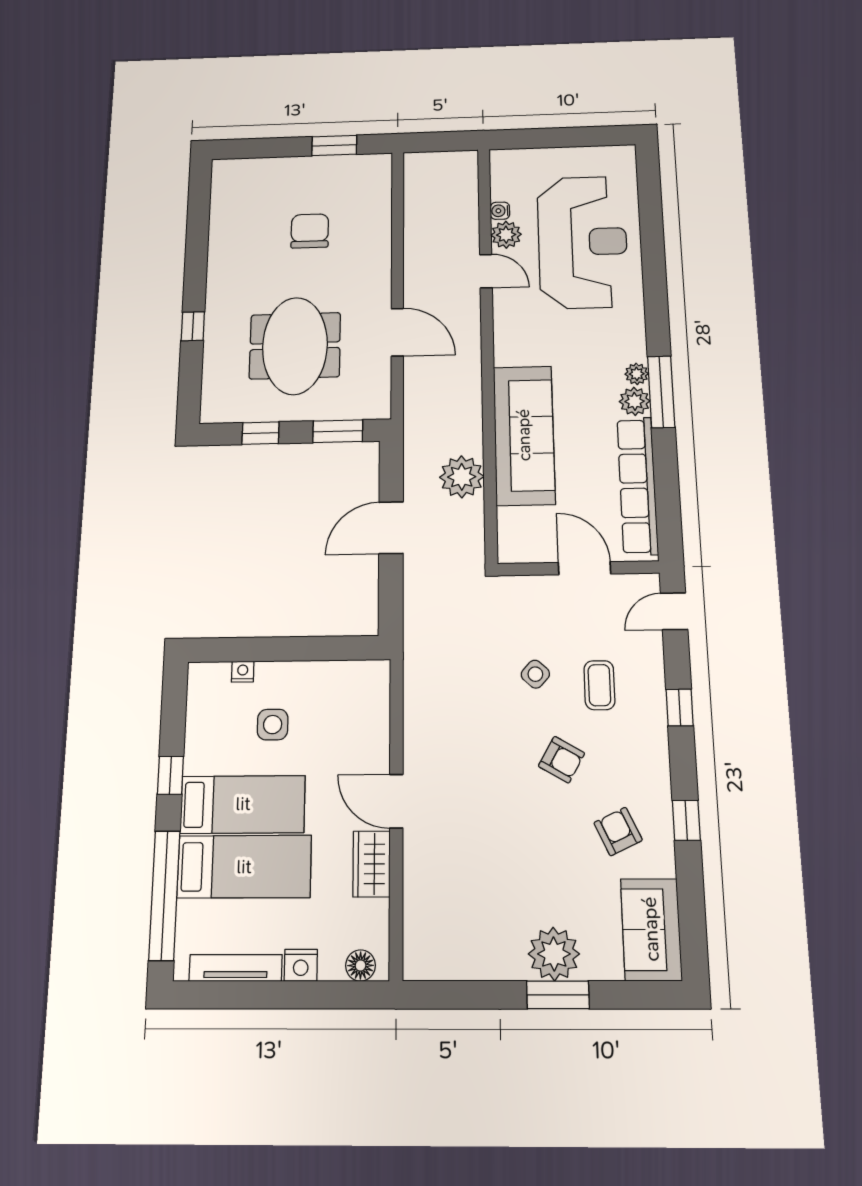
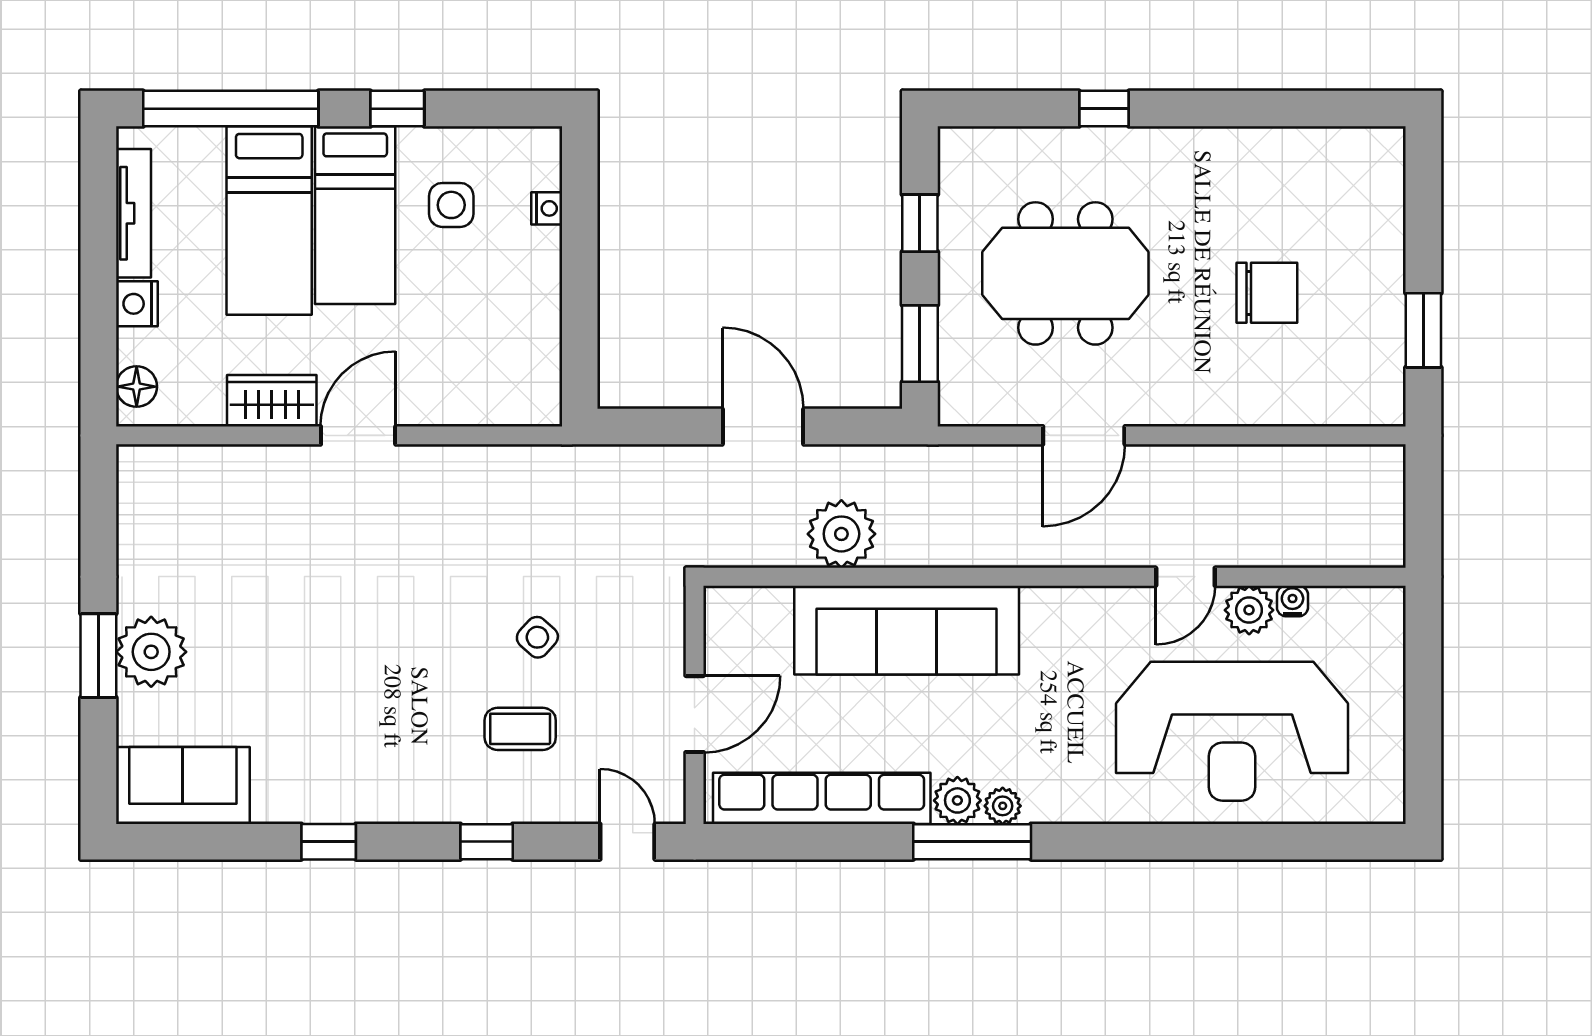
side table: (273, 725) -> (451, 205), moved
armchair: (562, 760) -> (414, 671), removed
armchair: (618, 831) -> (314, 746), removed

